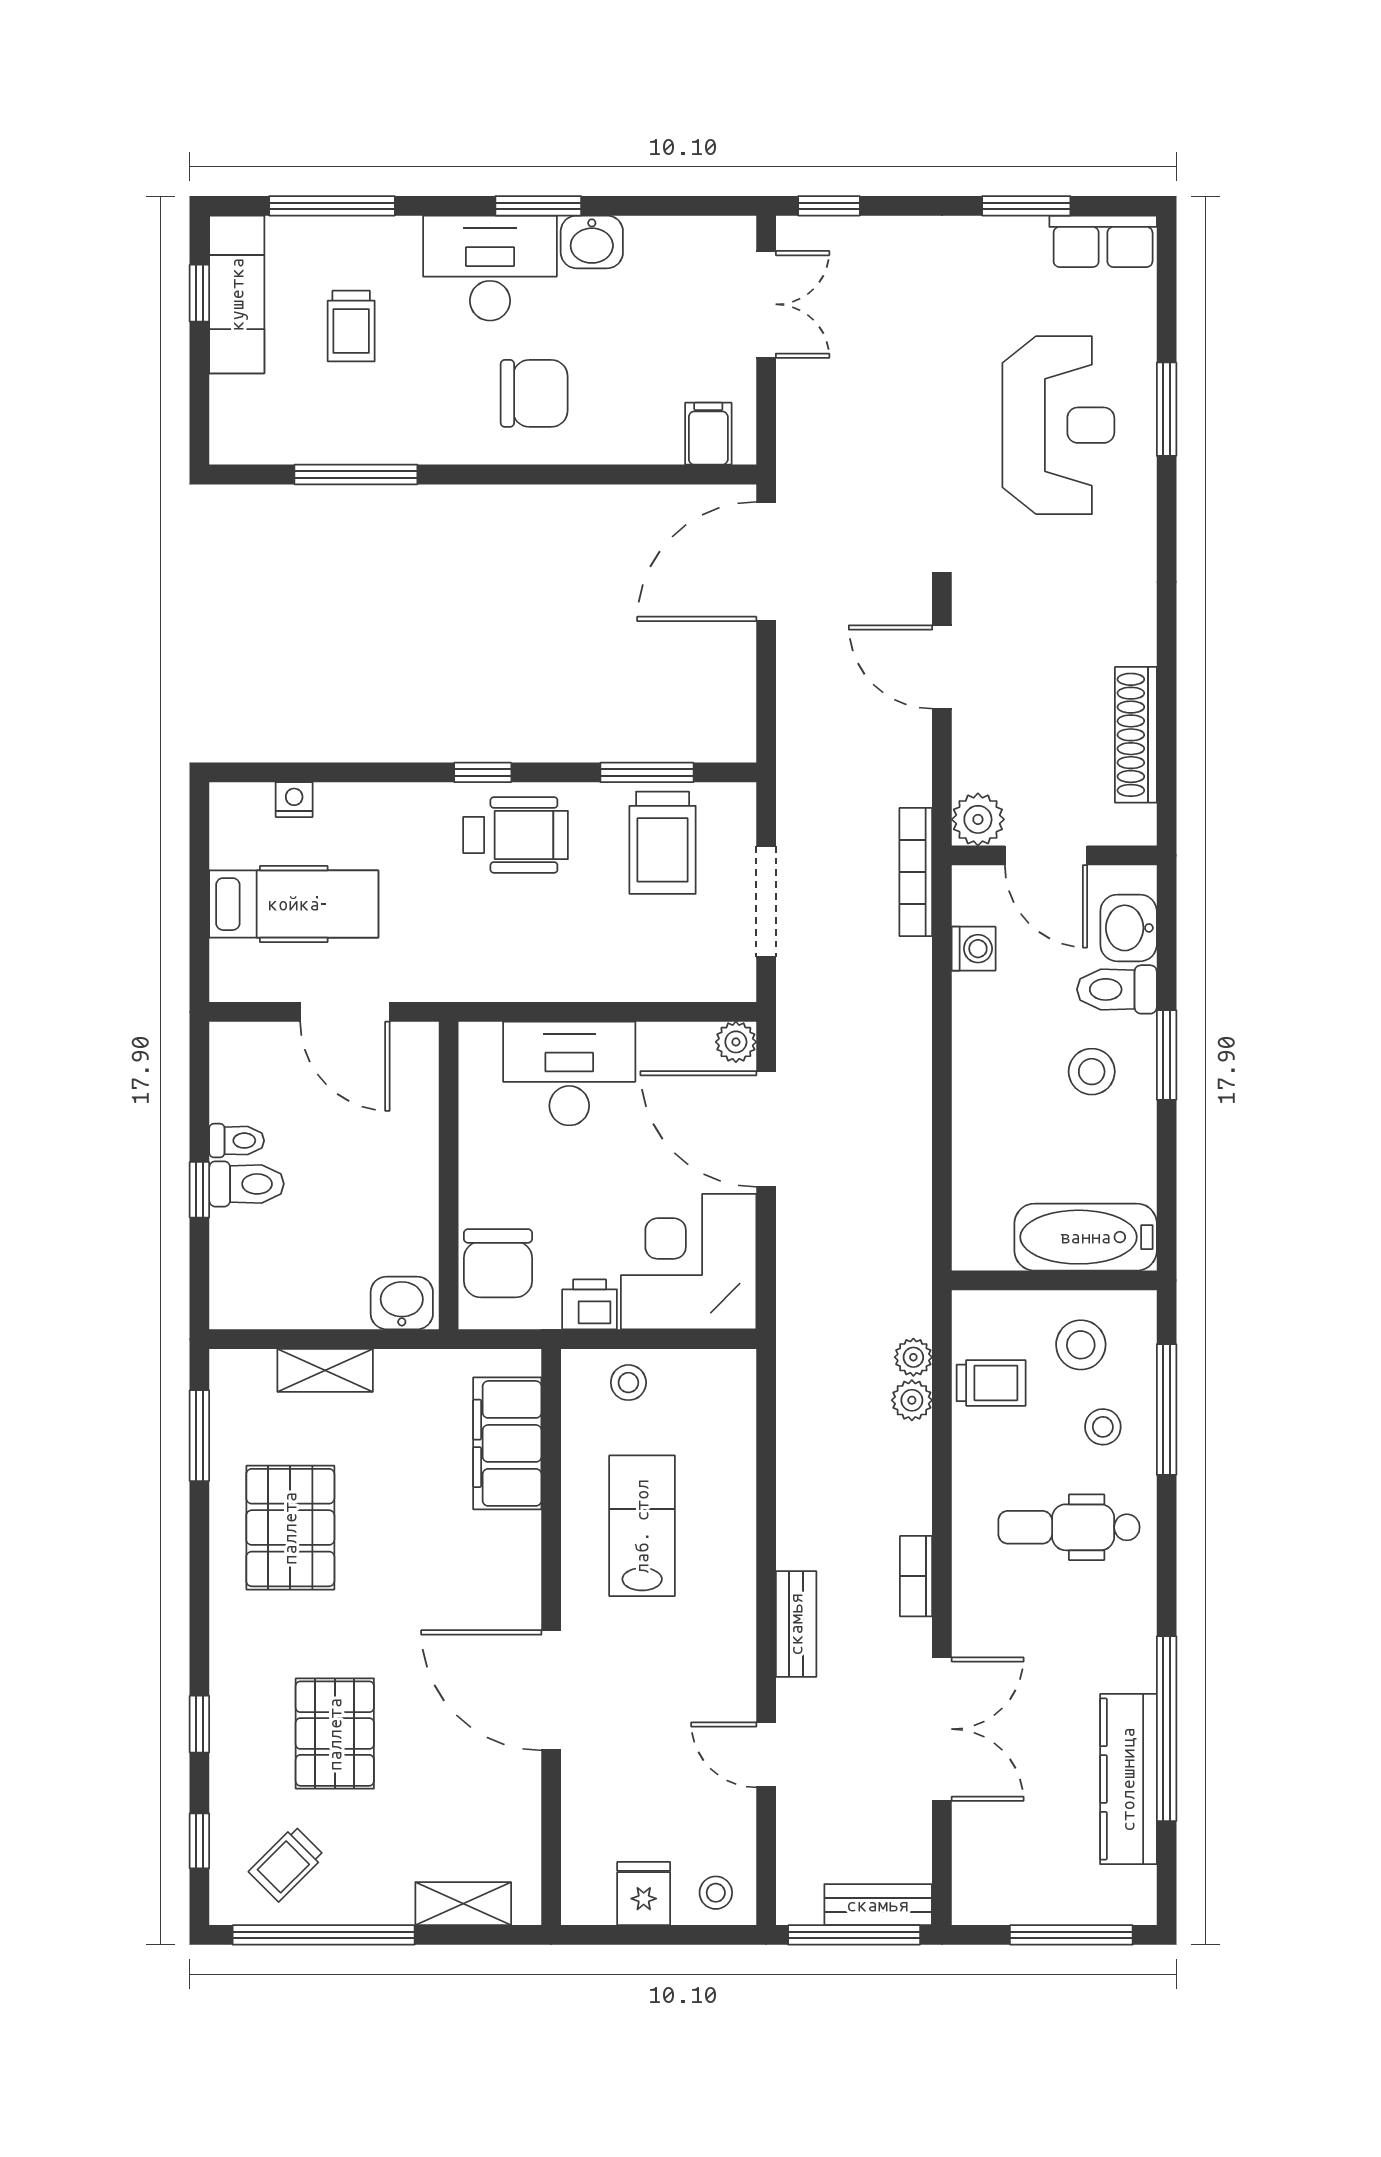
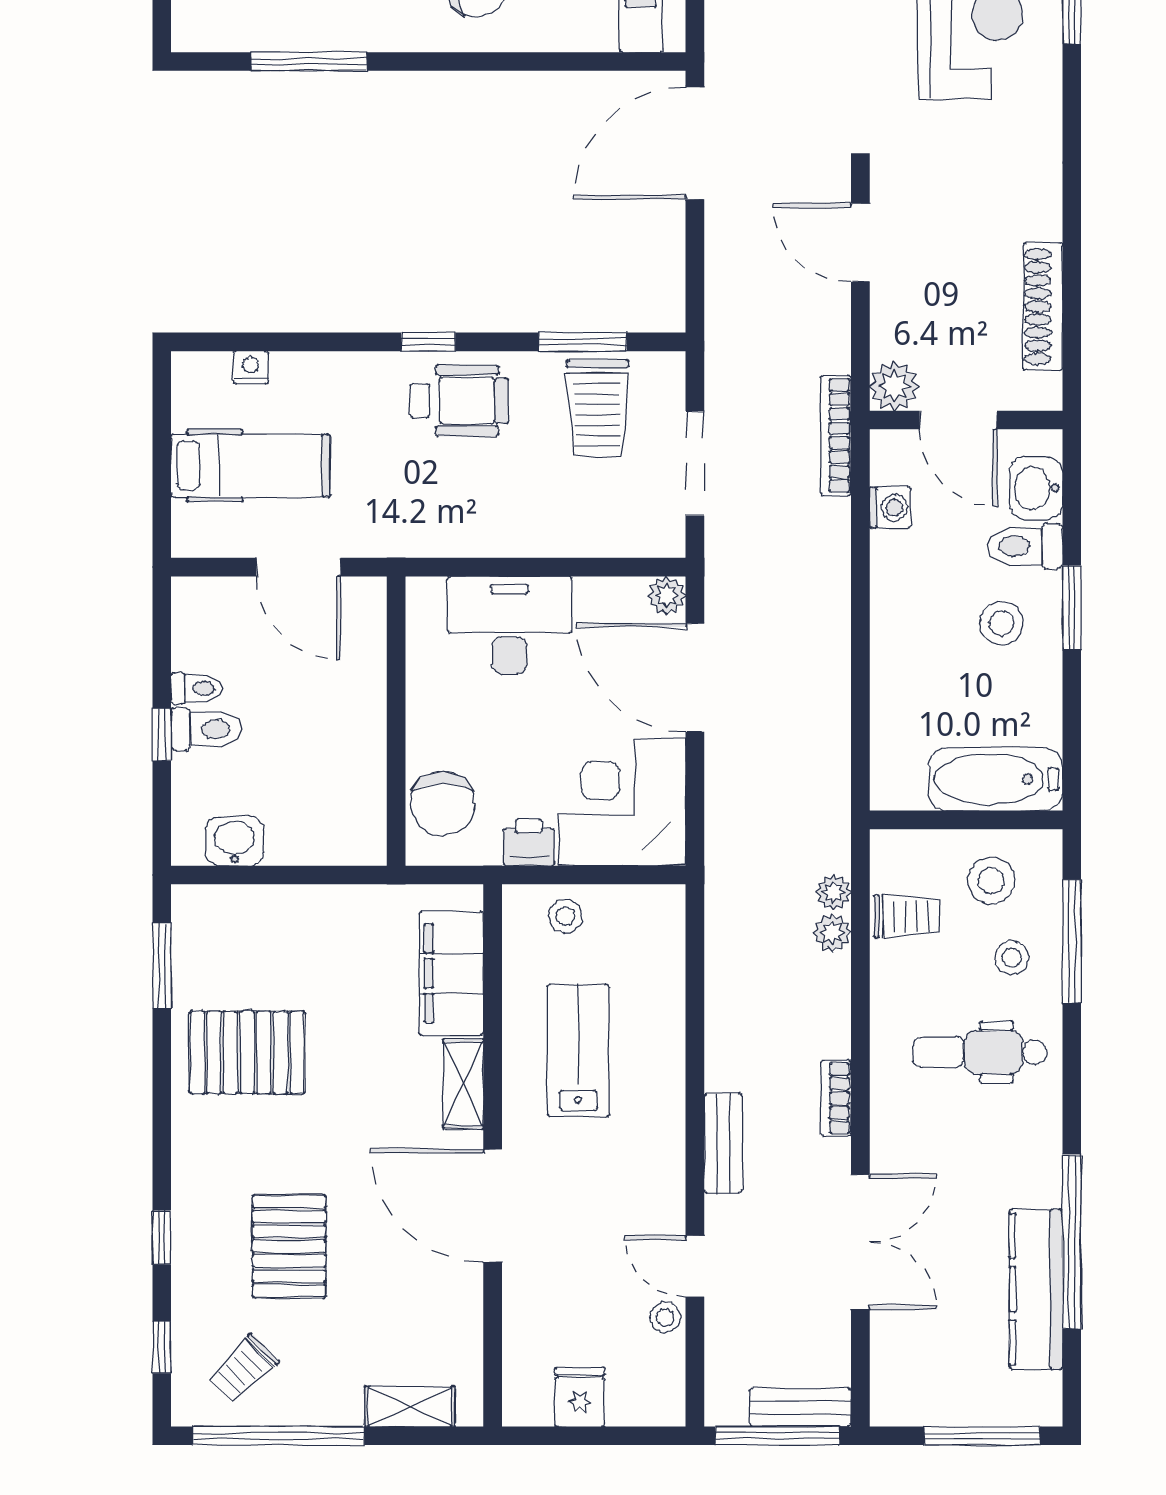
washbasin: (402, 1303) -> (235, 841), moved
shelving: (325, 1370) -> (463, 1084), moved, turned 90
pallet: (290, 1528) -> (247, 1052), turned 90
stool: (716, 1893) -> (665, 1317), moved

